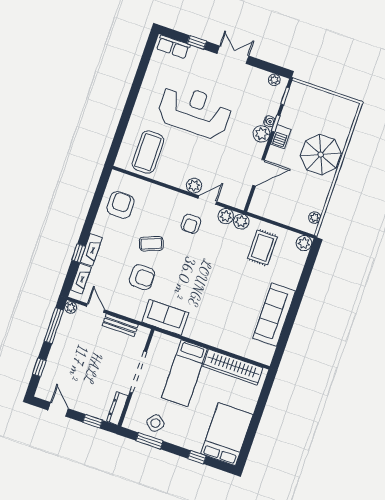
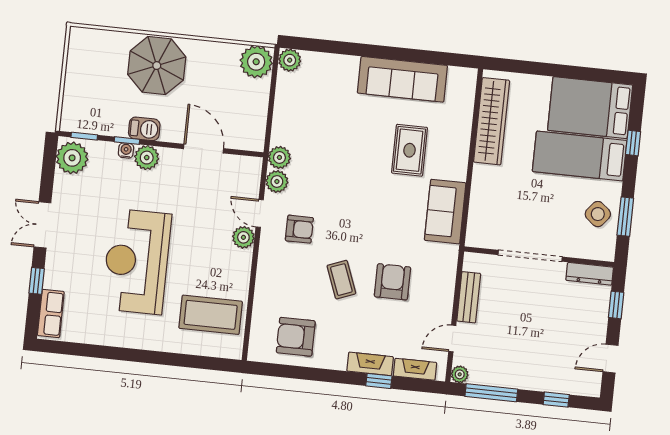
plant: (274, 80) -> (72, 158), width x1.87, depth x1.87
plant: (315, 218) -> (256, 62), width x1.88, depth x1.88
rug: (262, 248) -> (410, 150), moved, turned 90
sofa: (165, 317) -> (445, 212), moved
bed: (184, 373) -> (580, 156), moved, turned 180

